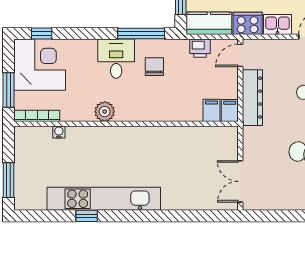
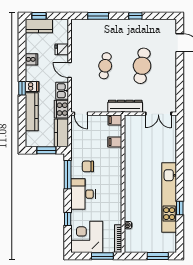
window: (42, 34) -> (68, 219), moved
printer: (200, 48) -> (77, 138), removed
desk: (116, 59) -> (83, 194), width x1.37
dresser: (252, 98) -> (125, 106), moved
filing cabinet: (212, 110) -> (115, 142), moved
plant: (105, 112) -> (116, 197), removed

